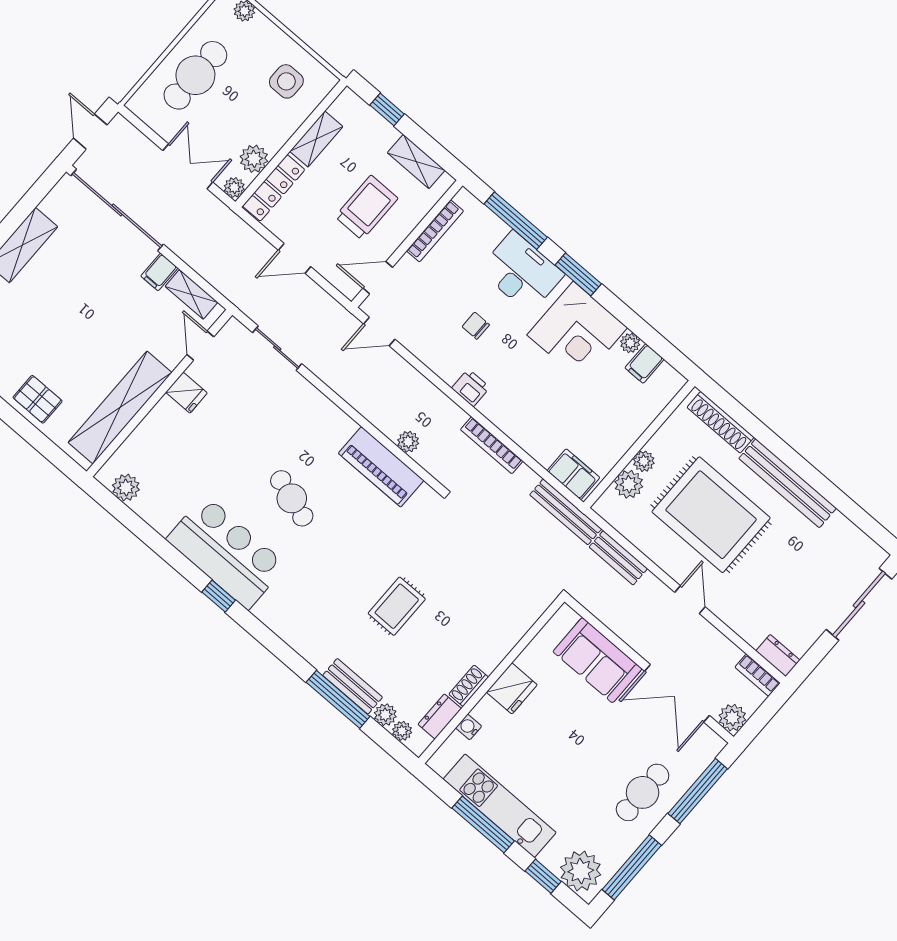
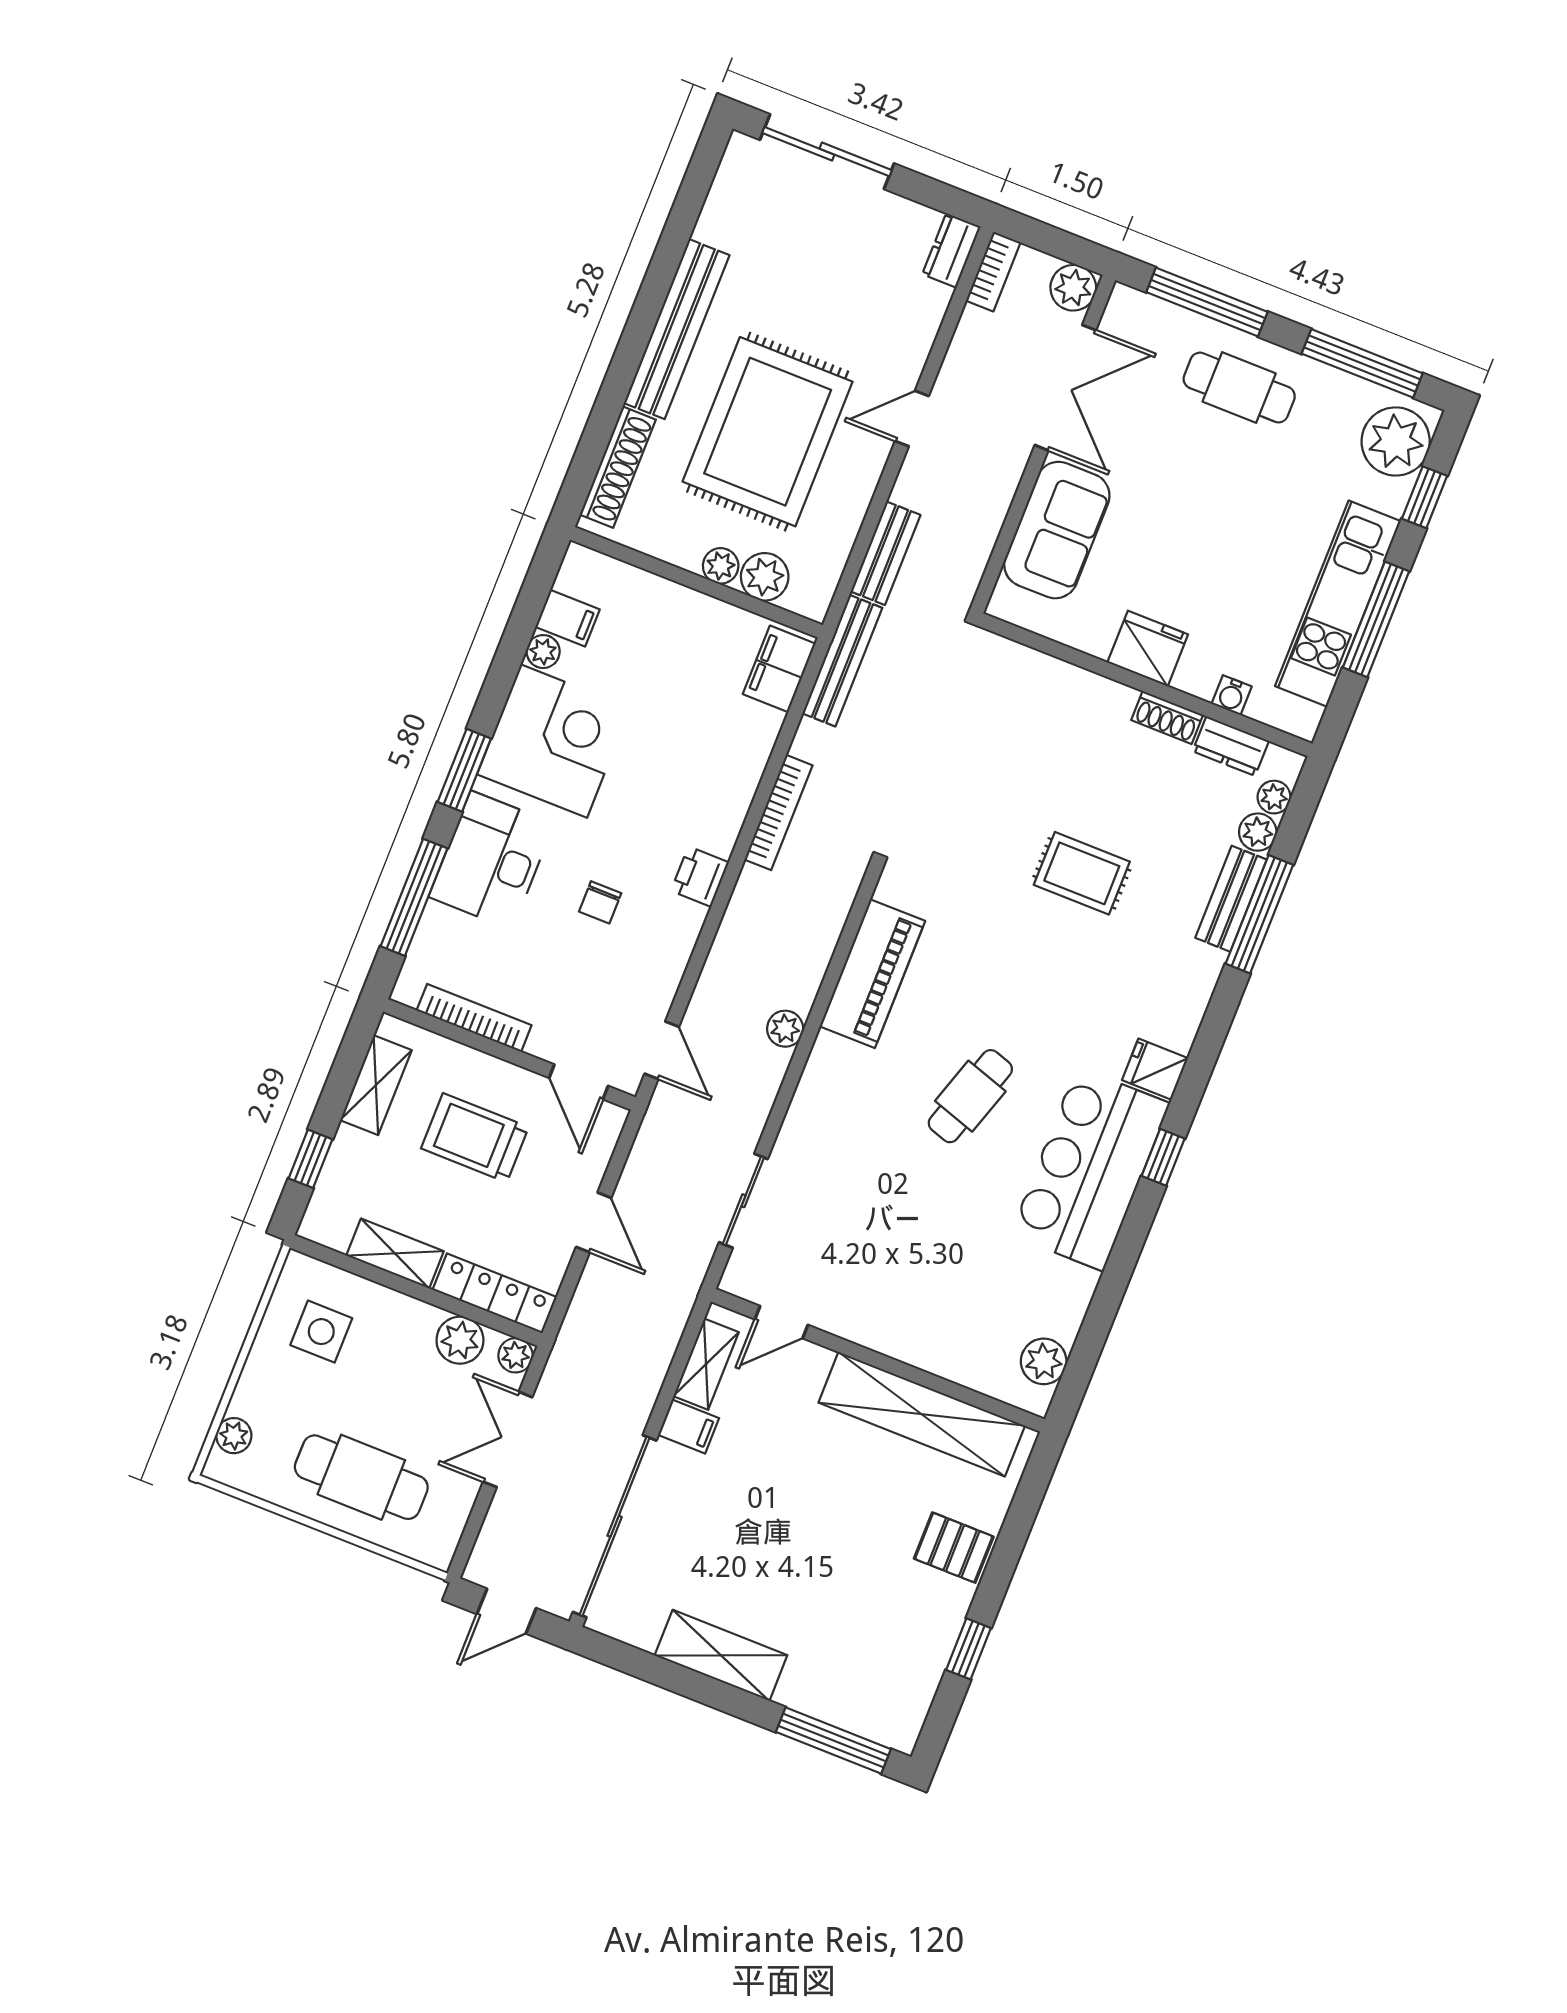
fridge: (186, 393) -> (1155, 1069), moved, turned -90
pallet: (38, 399) -> (954, 1548), turned 90
plant: (408, 442) -> (785, 1029), moved

